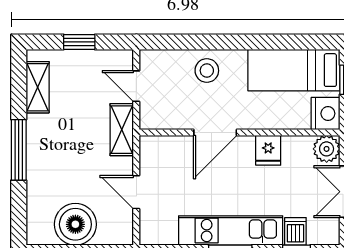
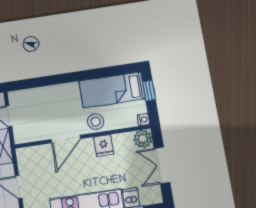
stool: (207, 71) -> (96, 122), moved
nightstand: (326, 114) -> (143, 120), width x0.53, depth x0.56

